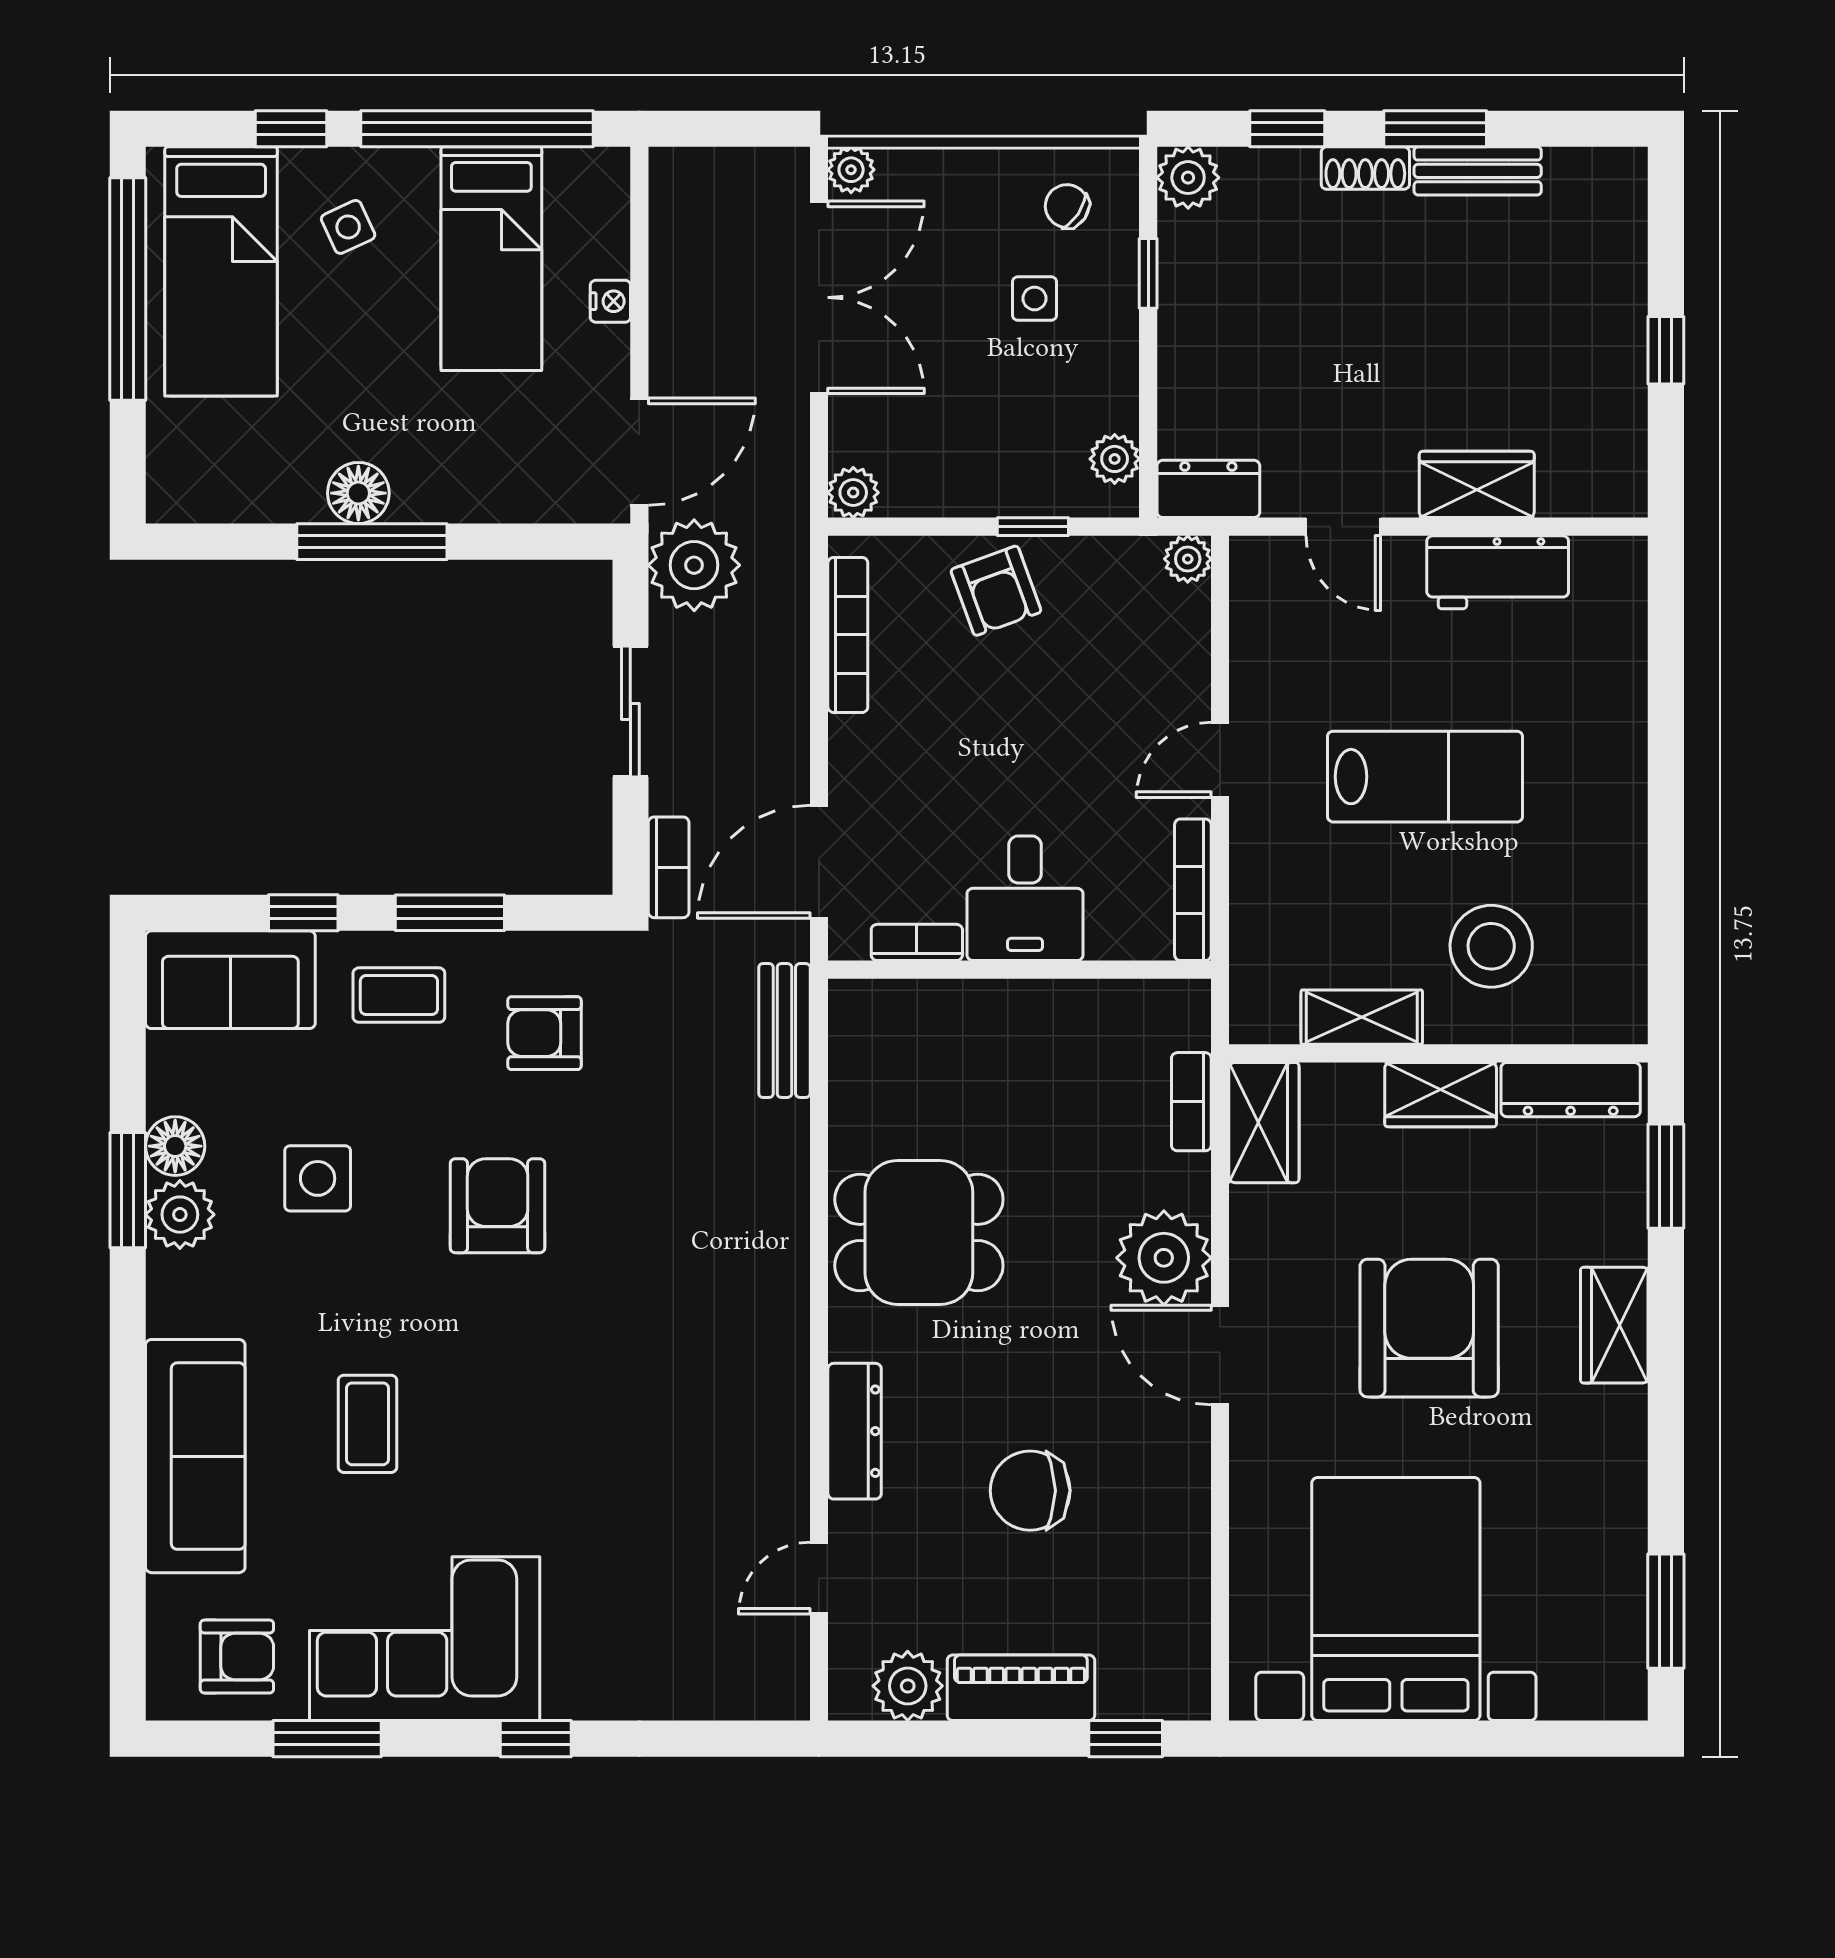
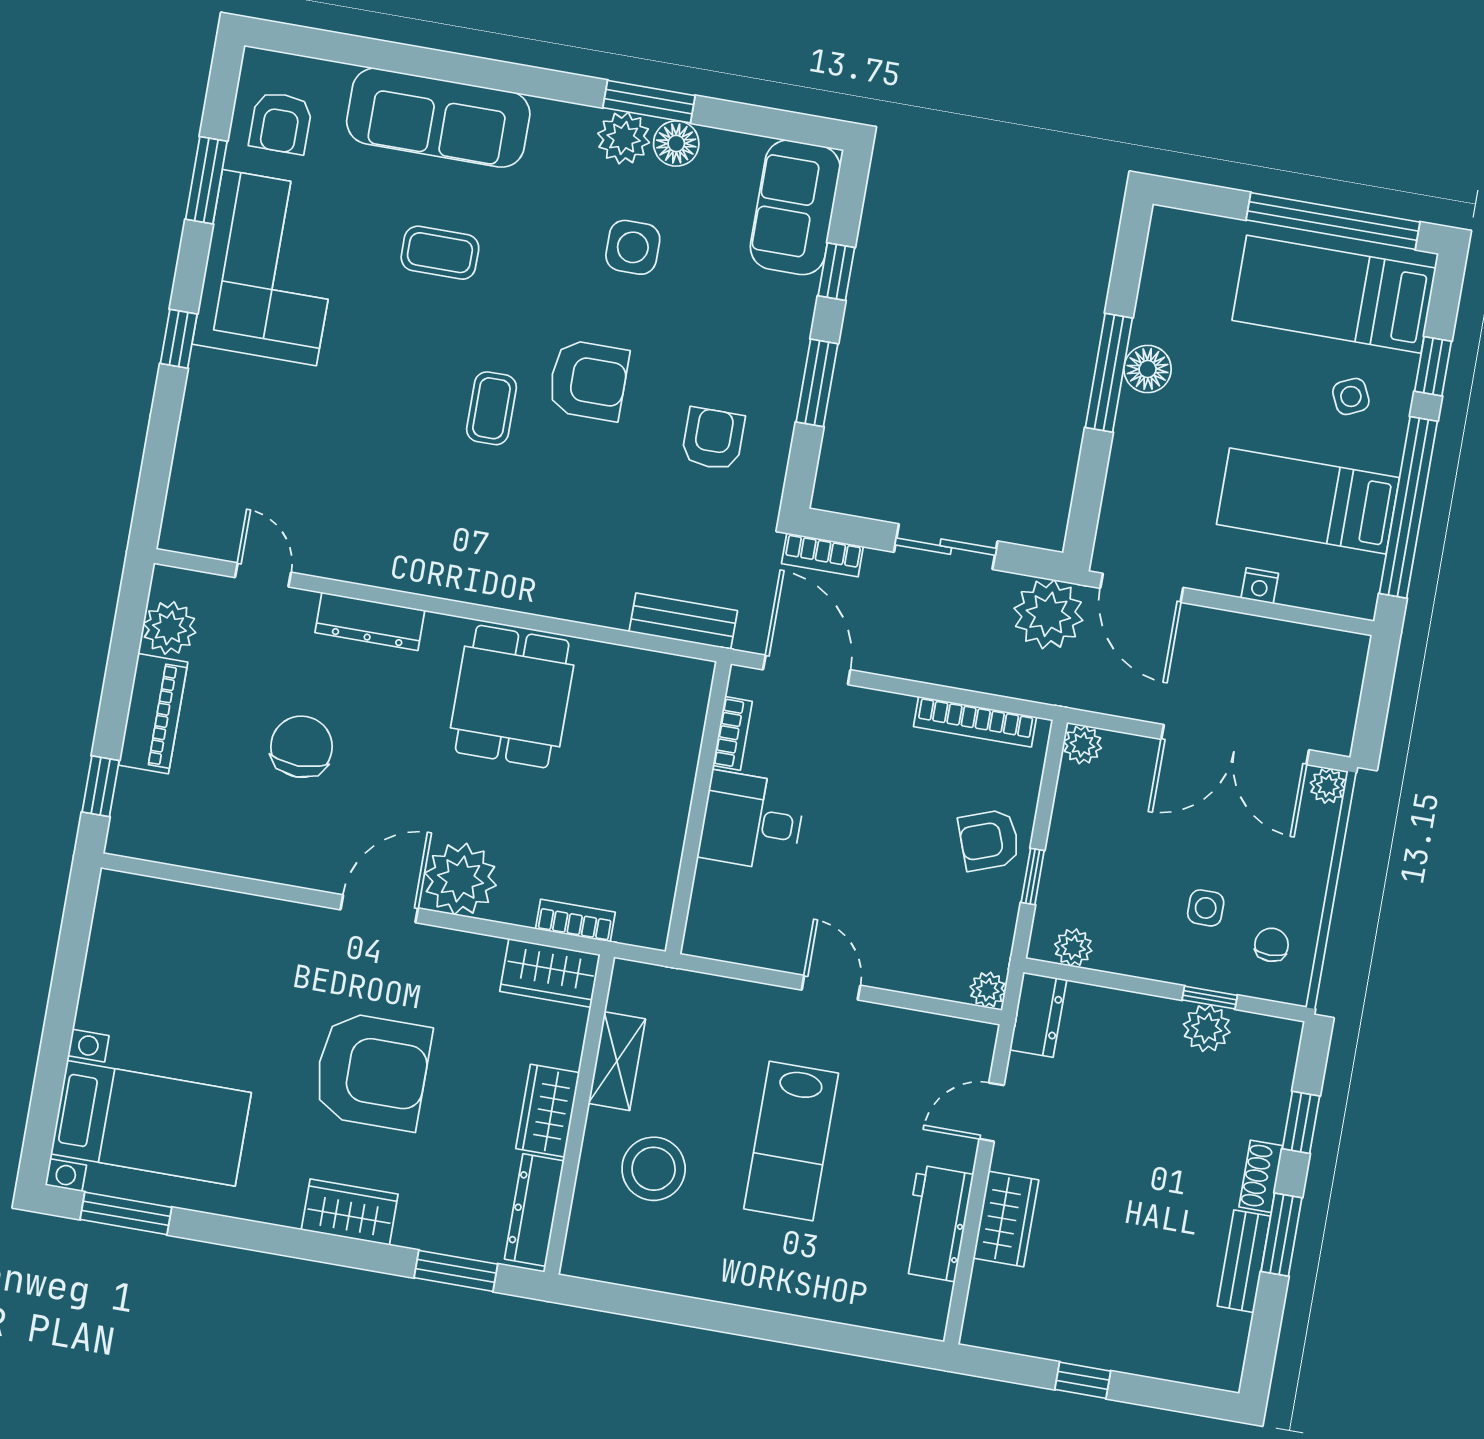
plant: (1188, 178) -> (1207, 1028), moved
chair: (1067, 206) -> (1271, 945), turned -35
bookcase: (1193, 890) -> (736, 950), removed
coffee table: (399, 995) -> (491, 408), moved
bed with nightstands: (1396, 1599) -> (151, 1123), moved, width x0.73

